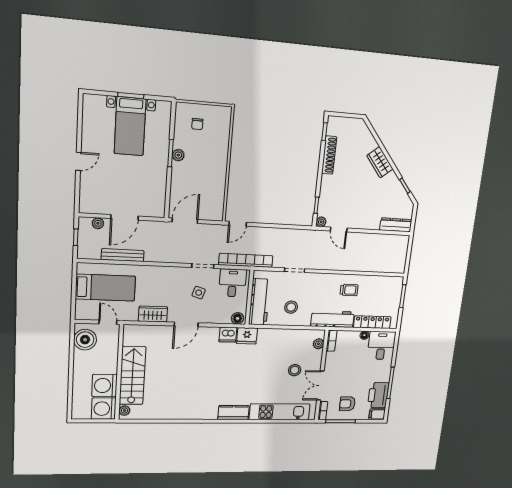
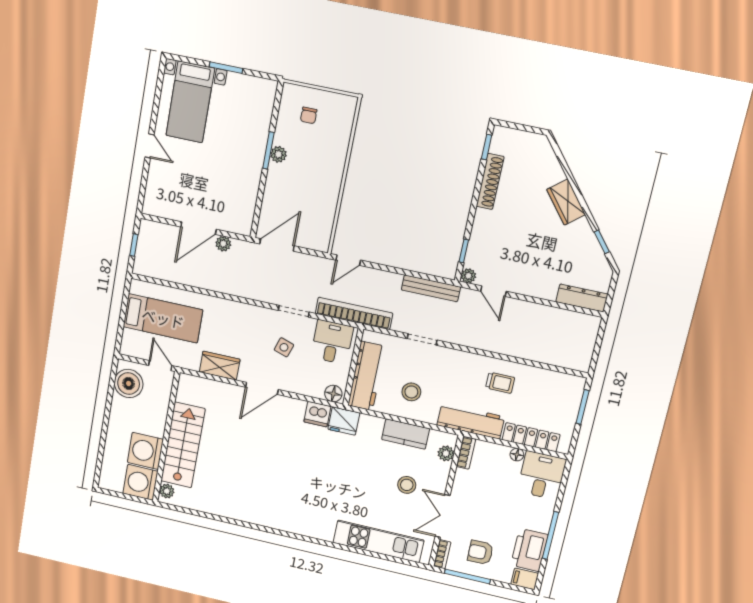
bed with nightstands: (130, 126) -> (190, 102), moved
door: (78, 161) -> (150, 146), hinge flipped
plant: (98, 223) -> (223, 244), moved
bench: (123, 255) -> (431, 288), moved
kitchen counter: (233, 413) -> (406, 434), moved, turned 180

